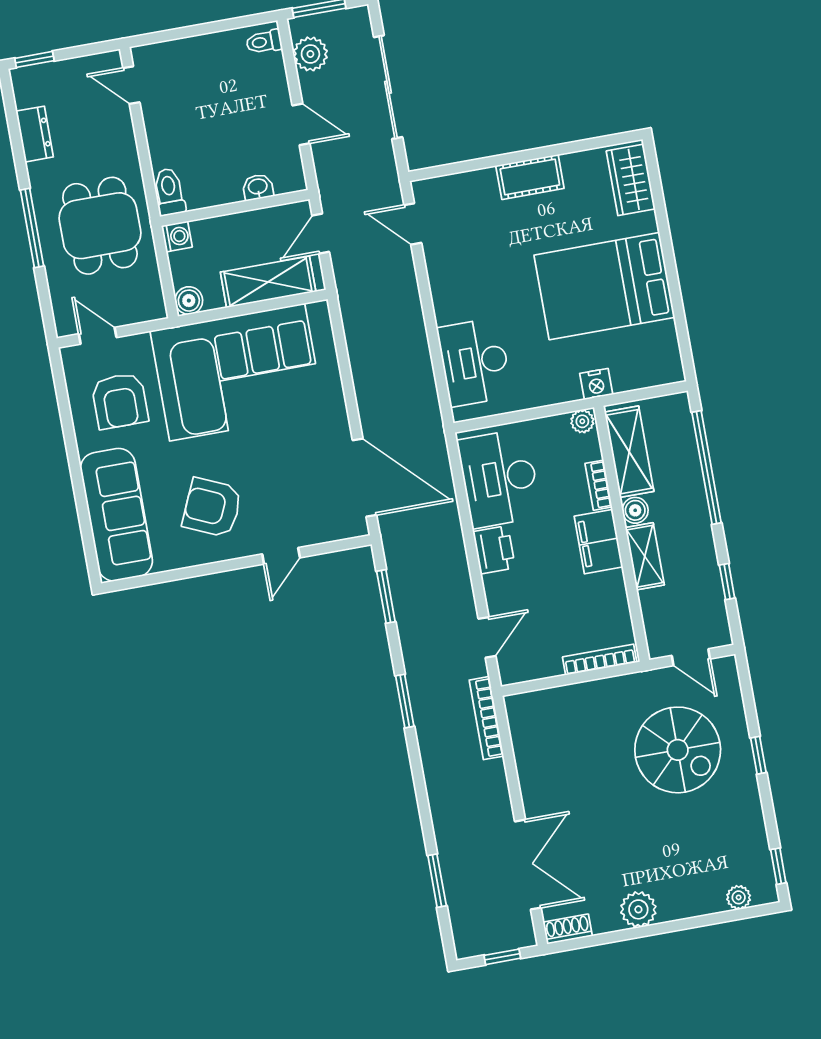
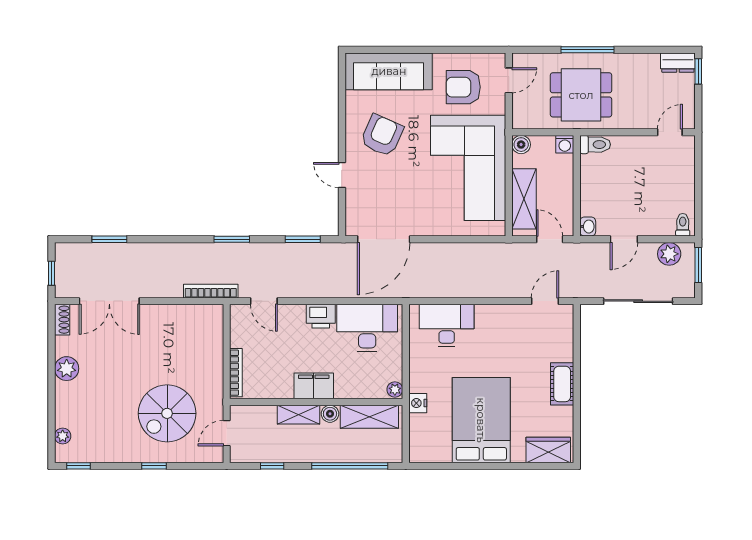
dresser: (35, 134) -> (678, 63), moved
washbasin: (258, 187) -> (588, 227), moved
bookcase: (599, 485) -> (351, 393), removed

